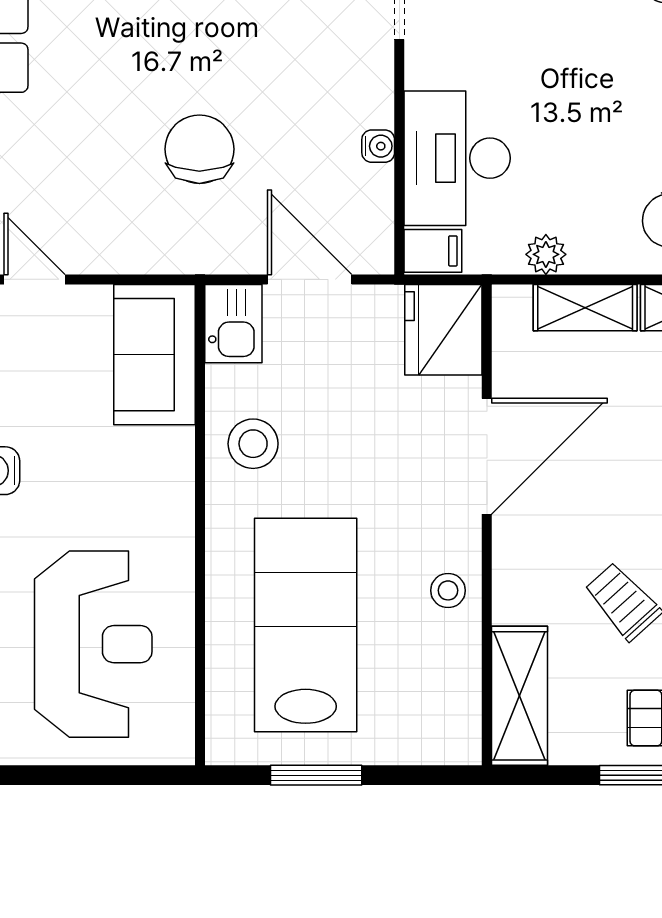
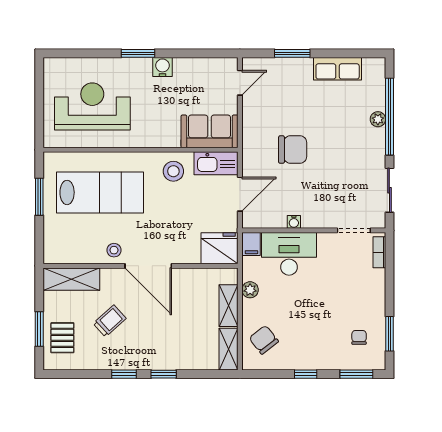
kitchen sink: (233, 324) -> (216, 163), width x1.38
door: (487, 456) -> (148, 266), moved
reception desk: (93, 644) -> (92, 106), turned 180

